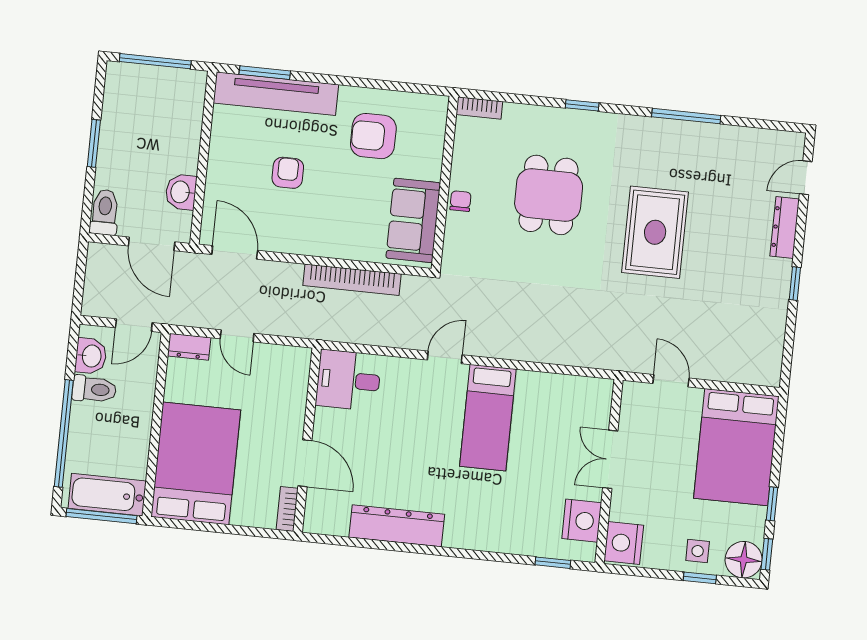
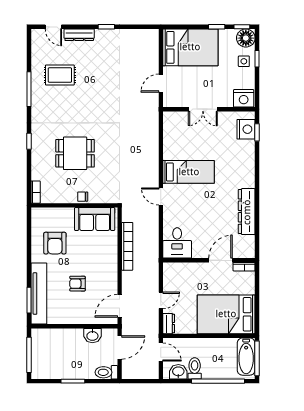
rug: (655, 232) -> (60, 75), moved, width x0.73, depth x0.70
nightstand: (582, 521) -> (246, 129), moved, turned 90

